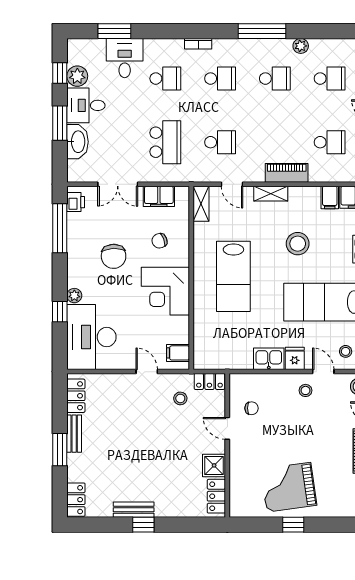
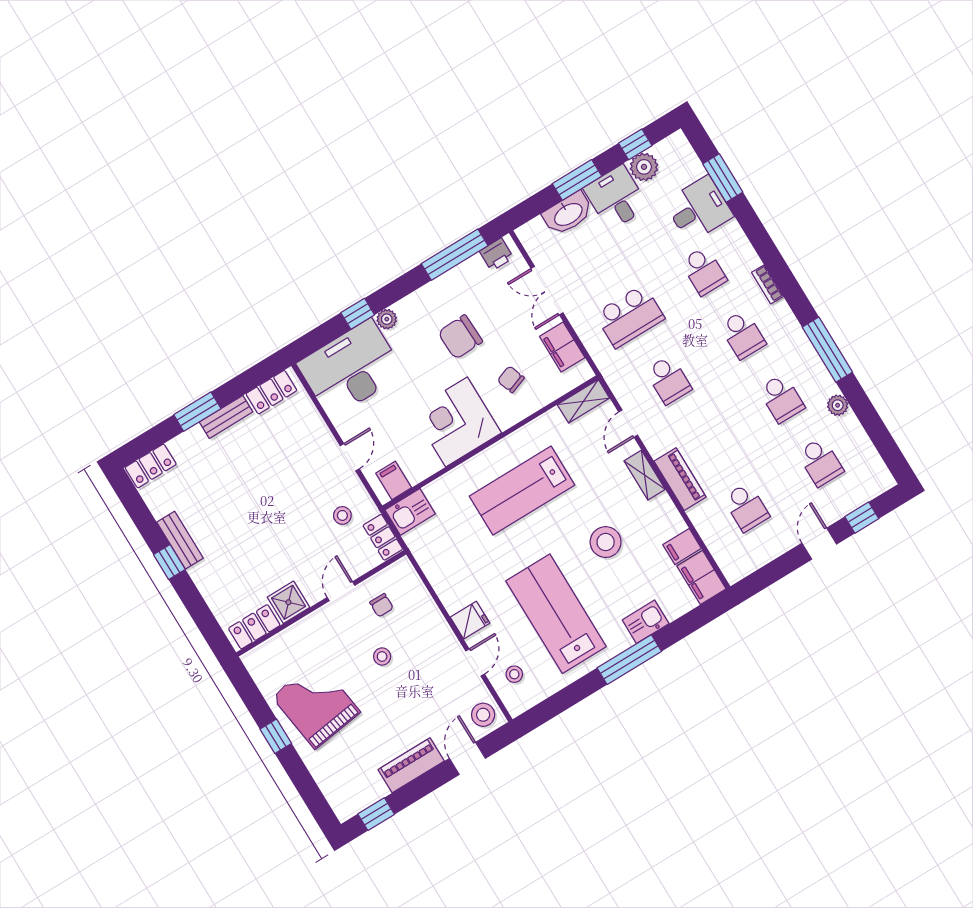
kitchen sink: (269, 359) -> (410, 512), moved, turned 90
stool: (305, 390) -> (382, 656), moved

